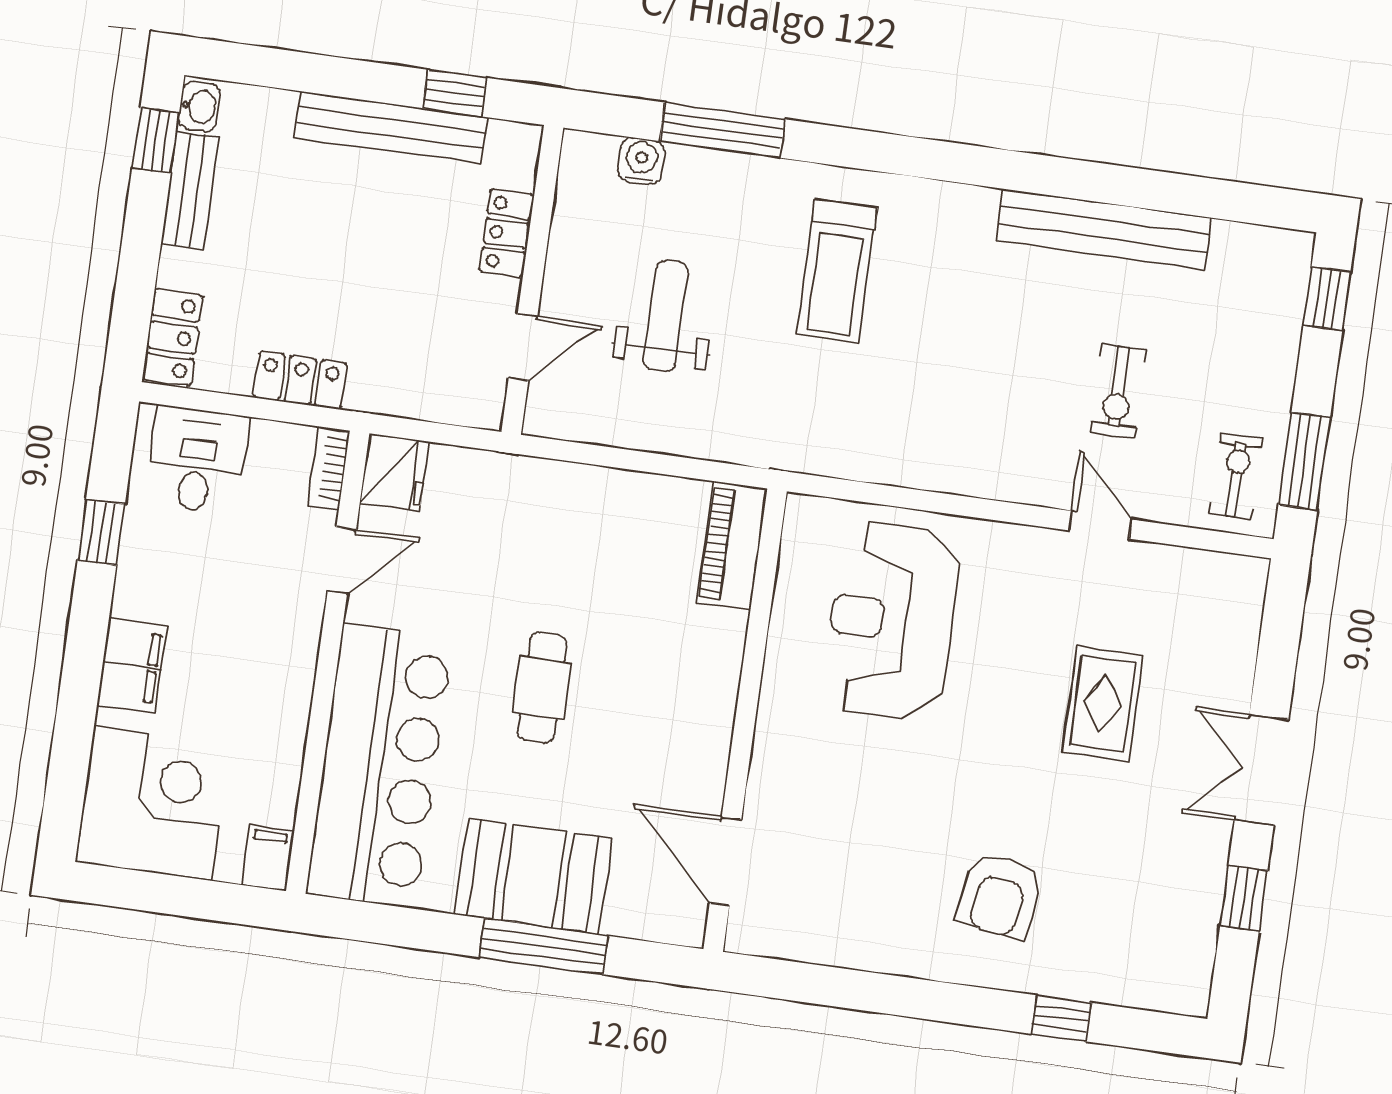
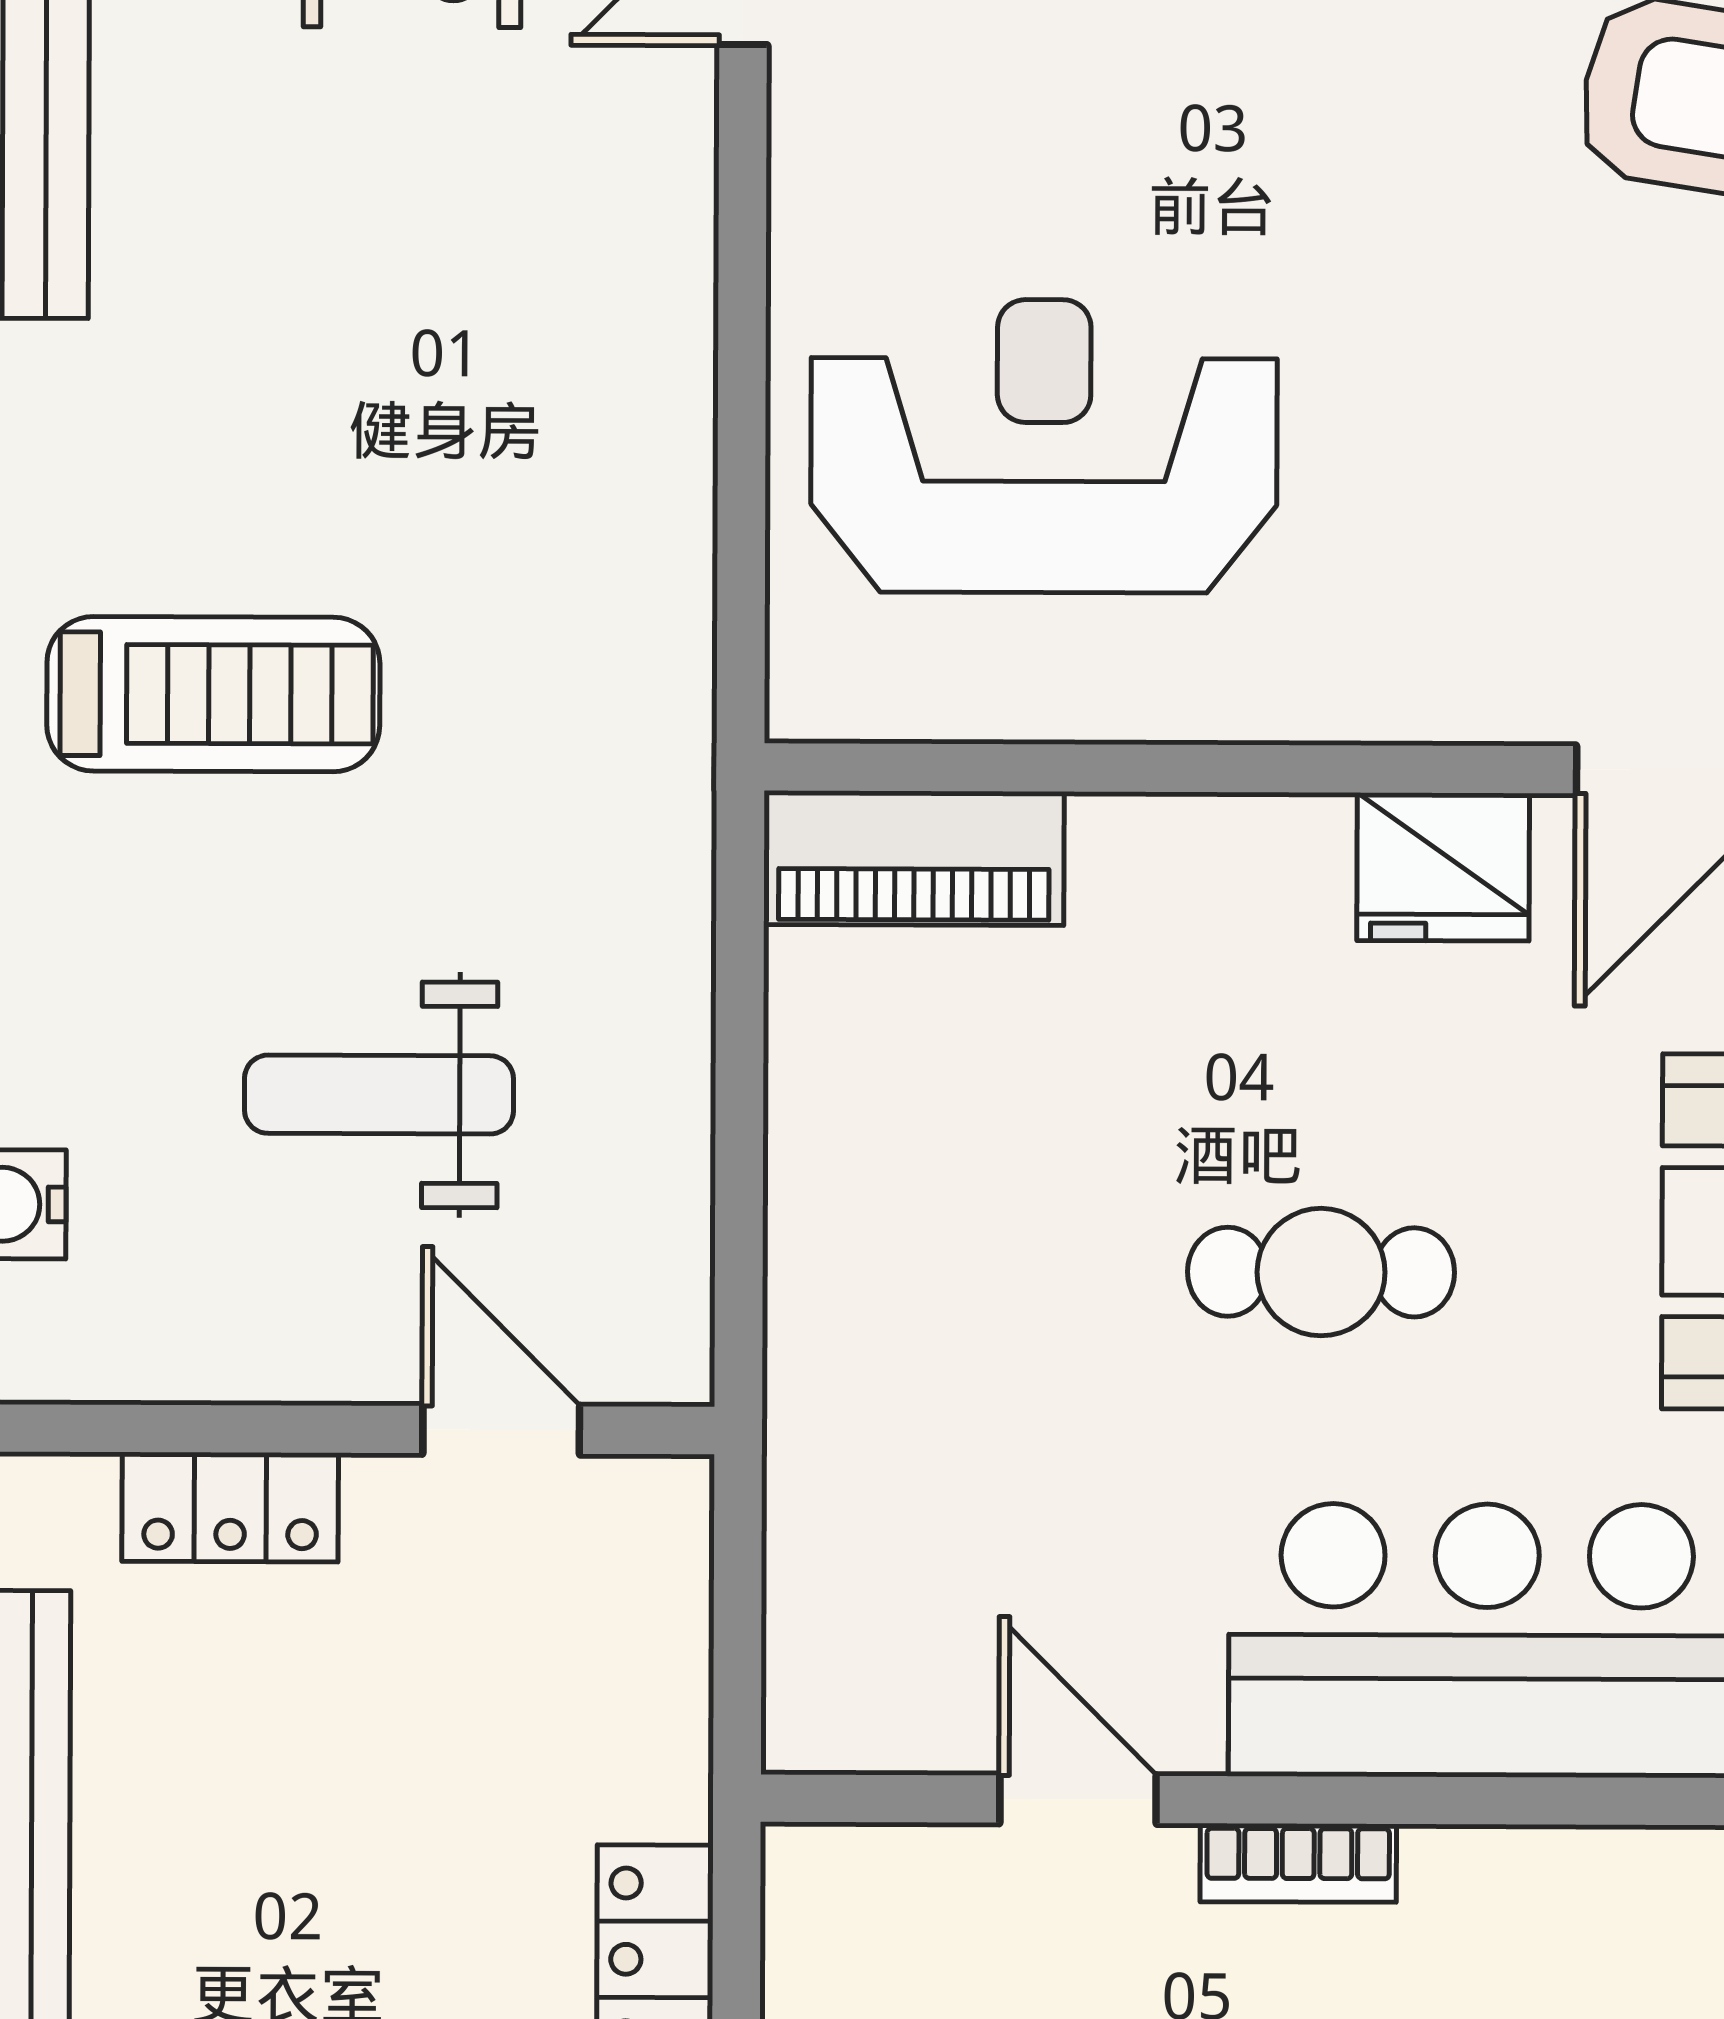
bookcase: (329, 468) -> (1298, 1863), moved
fridge: (394, 472) -> (1443, 867), moved, turned 180
reception desk: (892, 621) -> (1044, 446), turned 180

